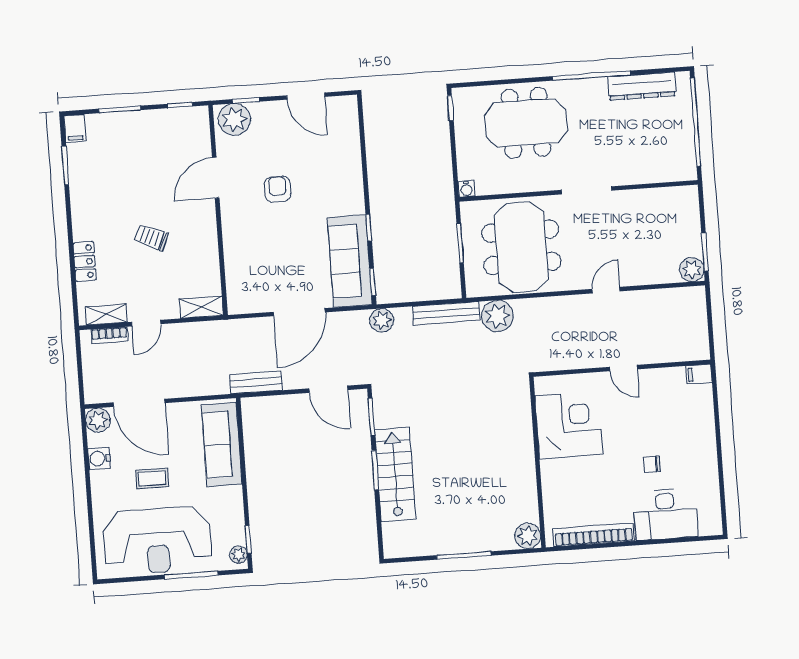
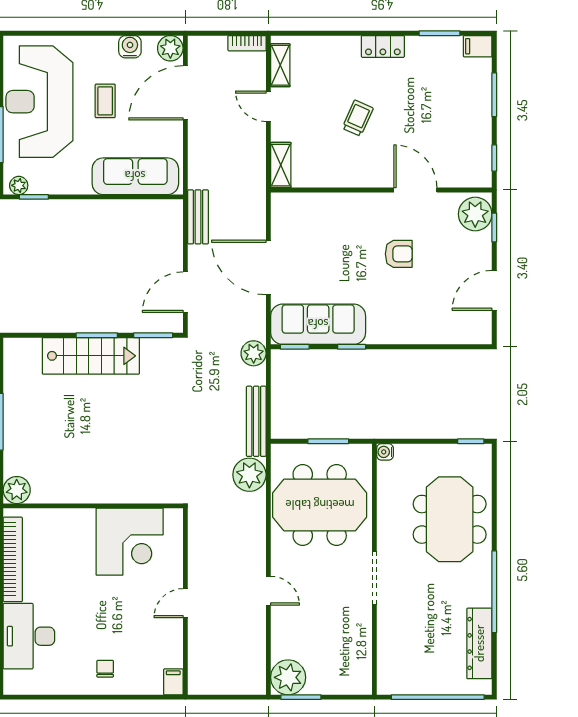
locker: (85, 261) -> (383, 46), moved
plant: (692, 270) -> (288, 677), width x1.36, depth x1.36
bookcase: (109, 335) -> (247, 43), moved, turned -90
chair: (652, 464) -> (105, 669), moved

